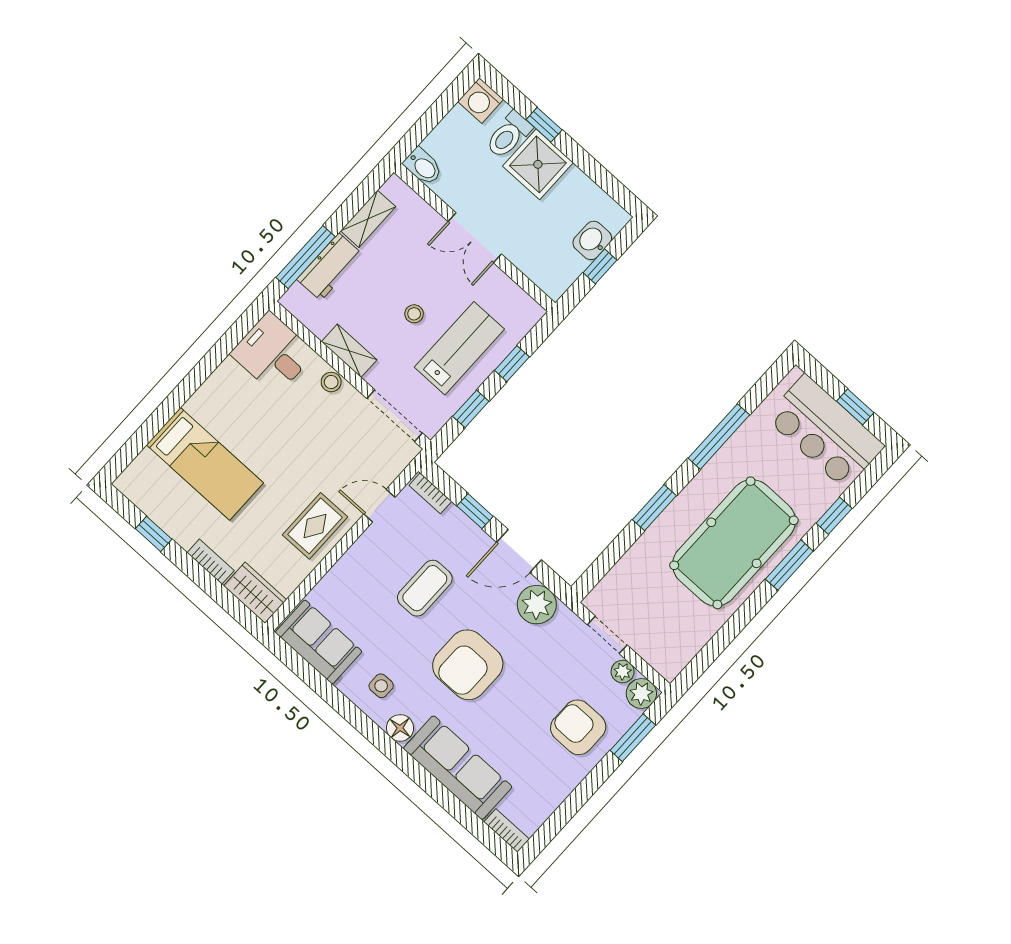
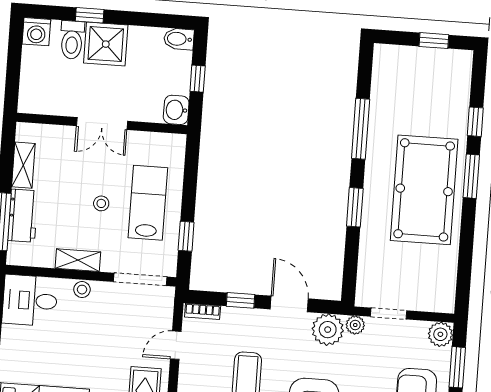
bidet: (423, 167) -> (179, 39), moved, turned 180
washbasin: (592, 240) -> (176, 110), moved
window: (512, 364) -> (190, 186), removed
bar counter: (825, 432) -> (427, 72), removed
door: (519, 551) -> (289, 304), swing flipped
plant: (623, 672) -> (355, 325), moved

